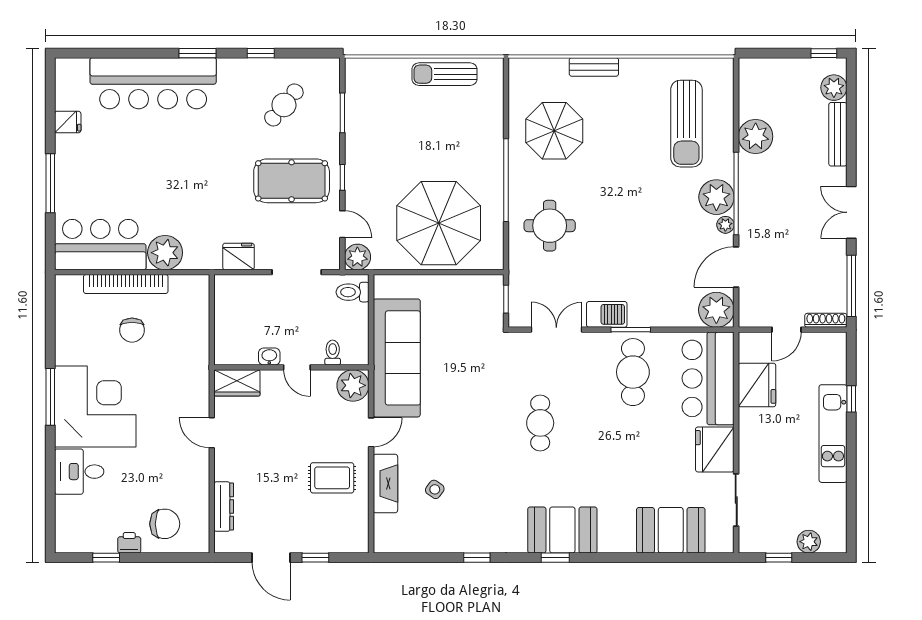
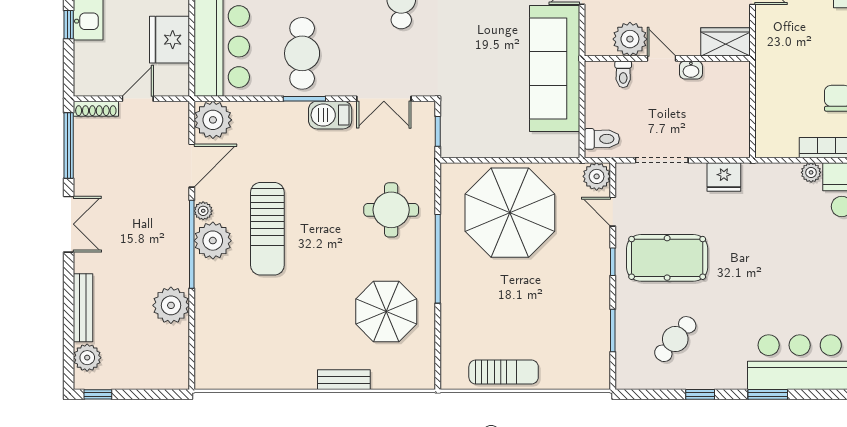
sun lounger: (686, 124) -> (267, 229), moved, turned 180
plant: (165, 253) -> (811, 172), width x0.53, depth x0.53
plant: (353, 385) -> (630, 39), moved

